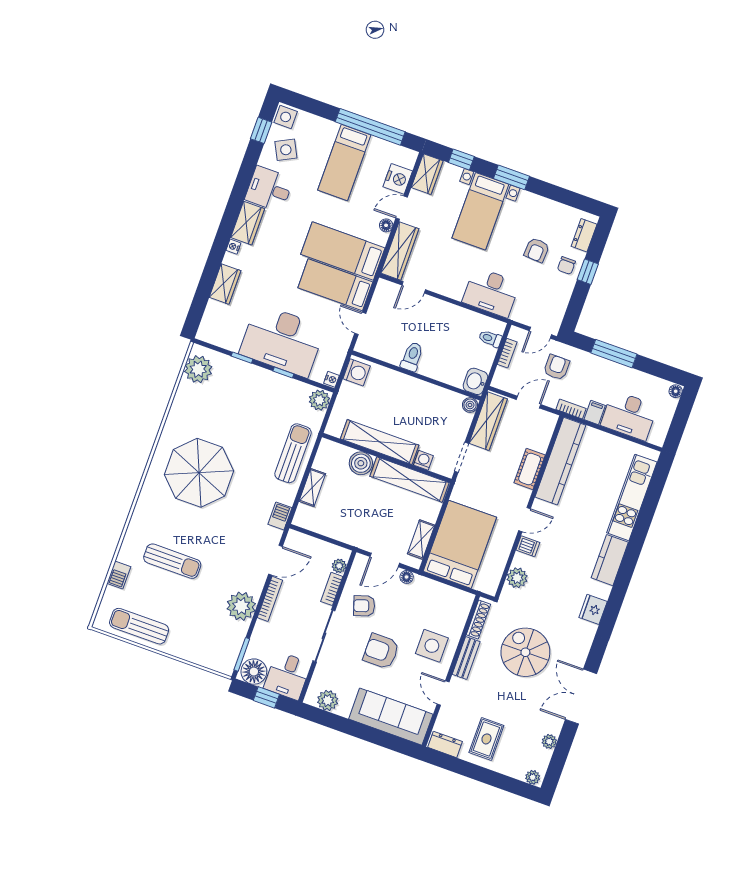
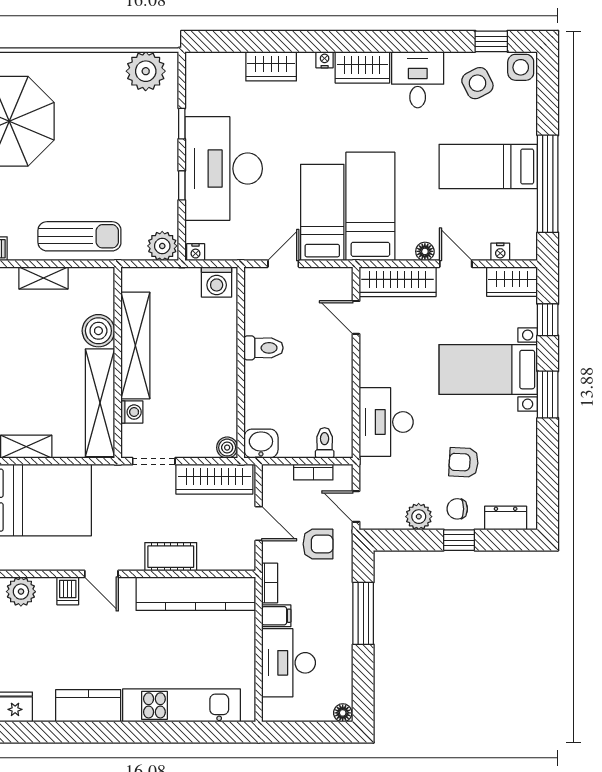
nightstand: (398, 179) -> (500, 252), width x0.53, depth x0.56
plant: (562, 293) -> (419, 517), added

